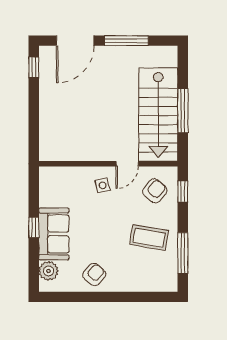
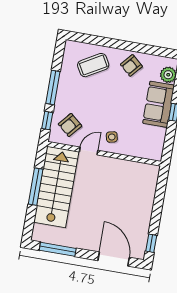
door: (75, 41) -> (114, 259), hinge flipped
window: (126, 41) -> (58, 249), moved
coffee table: (149, 238) -> (93, 65), moved, turned -40
window: (183, 253) -> (53, 88), moved

